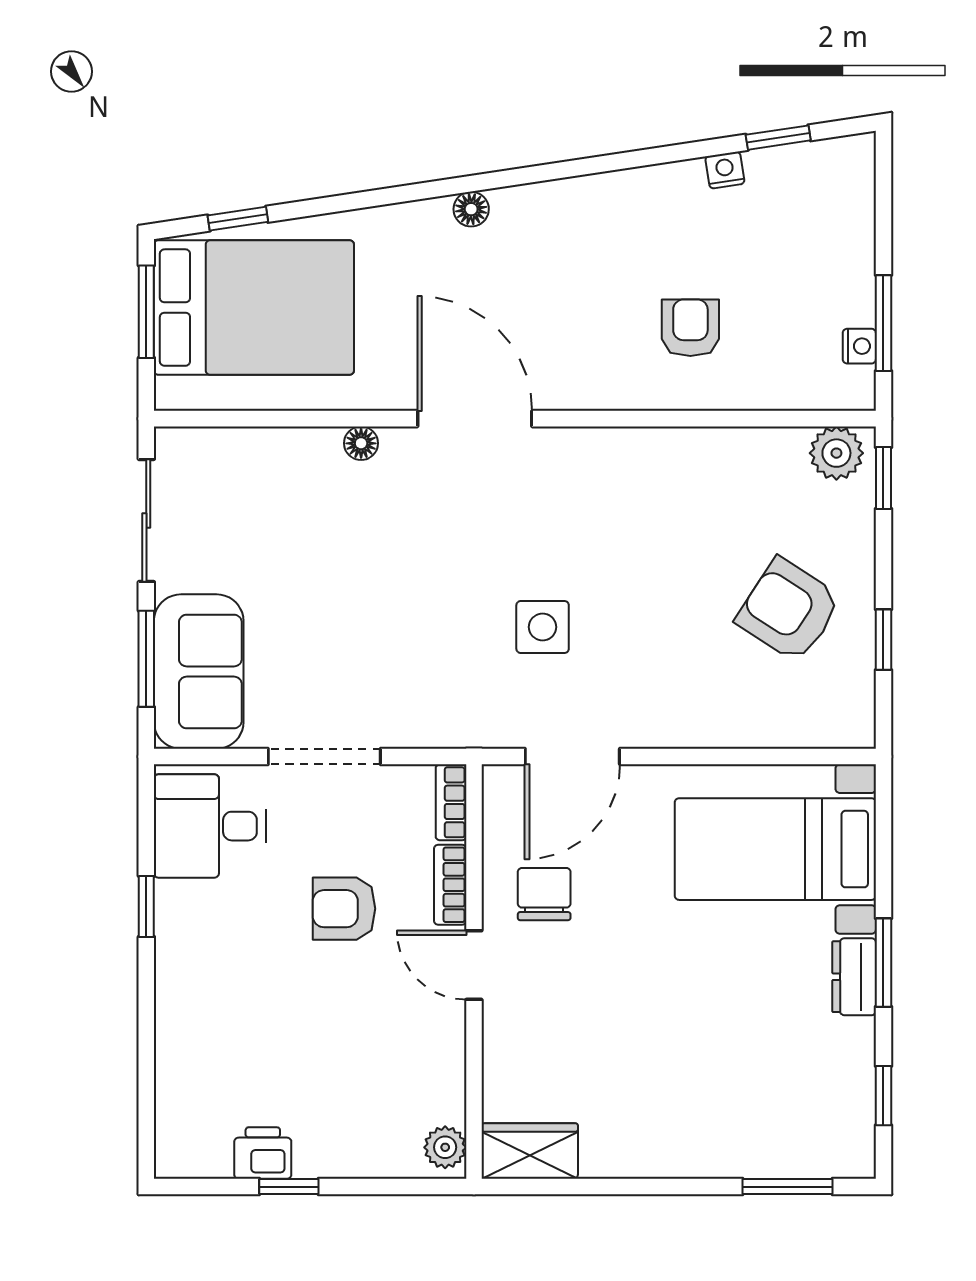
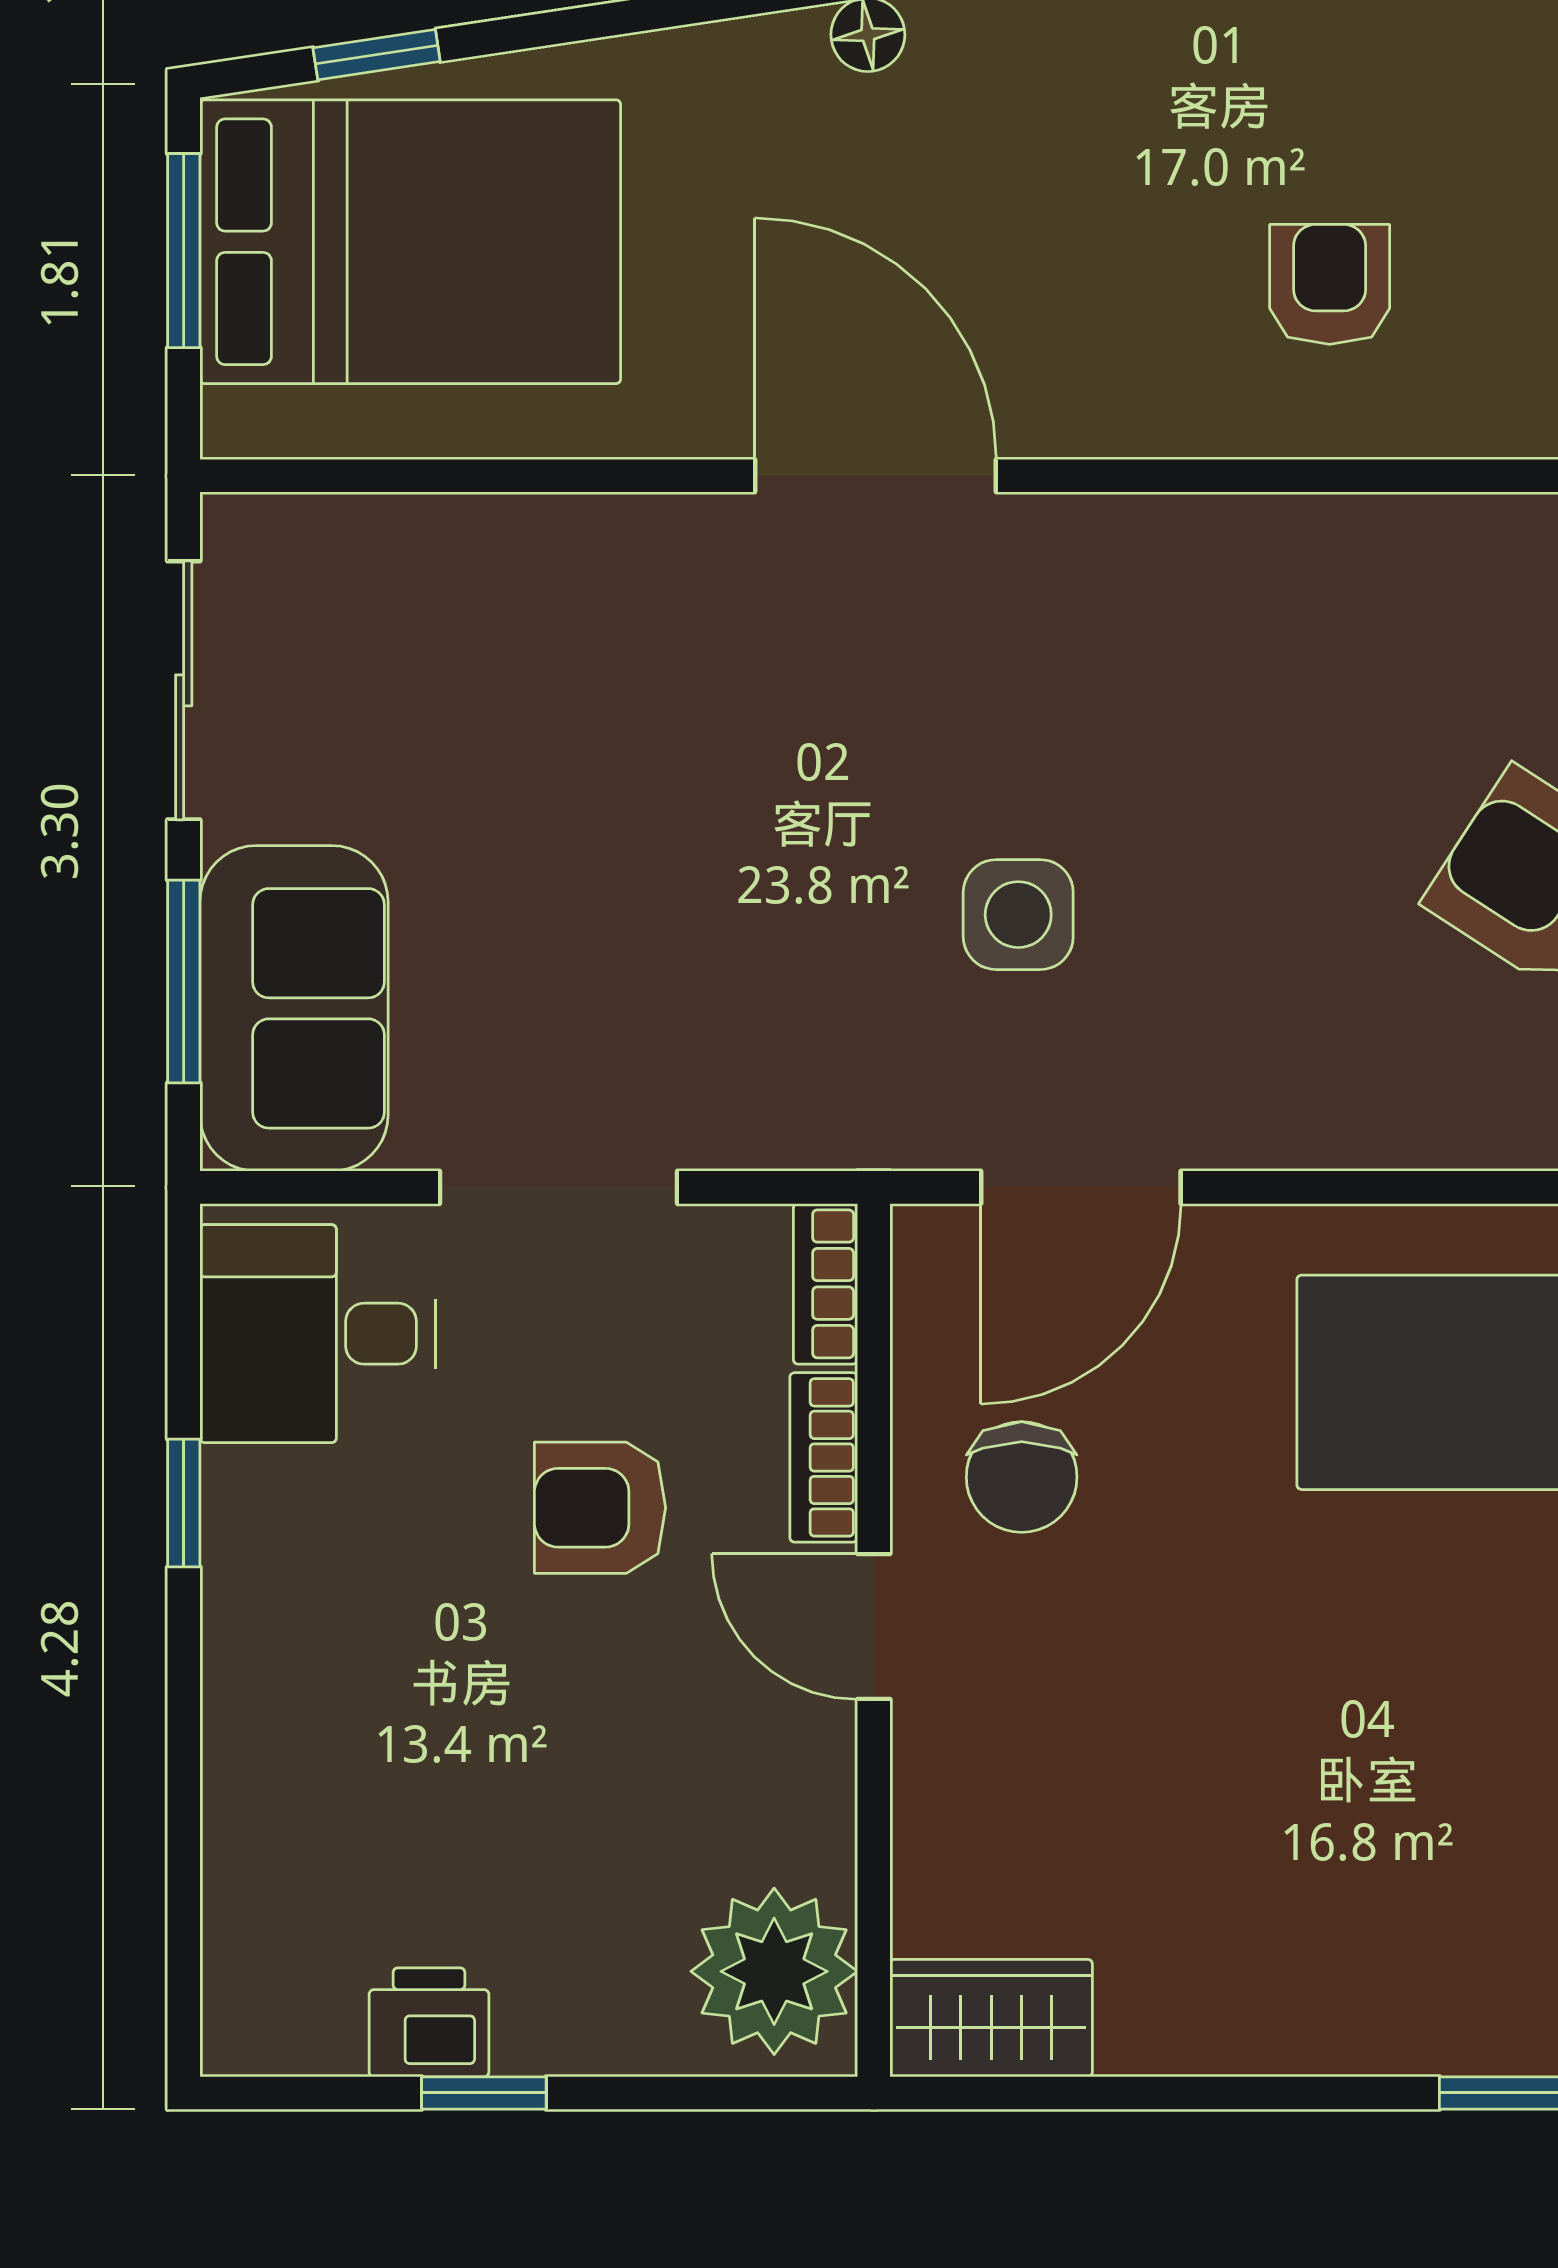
floor lamp: (361, 443) -> (636, 528), removed
chair: (544, 894) -> (1022, 1477), turned 180
plant: (445, 1147) -> (774, 1971), width x1.87, depth x1.87

